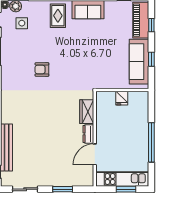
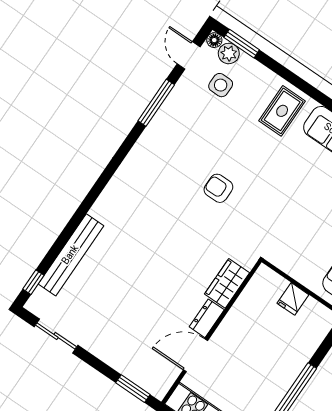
armchair: (42, 69) -> (218, 188), moved
window: (63, 189) -> (133, 389), moved

